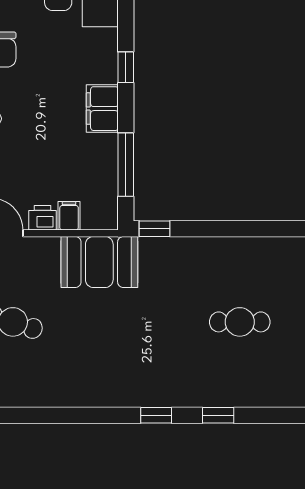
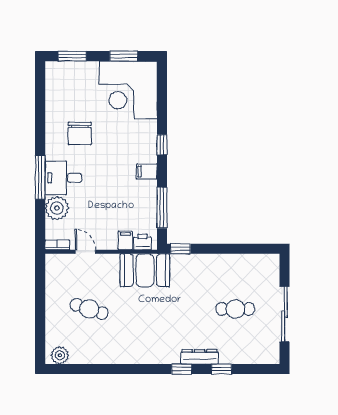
filing cabinet: (102, 109) -> (147, 171), width x0.50
printer: (43, 218) -> (142, 242), moved
dresser: (184, 396) -> (200, 357), added

